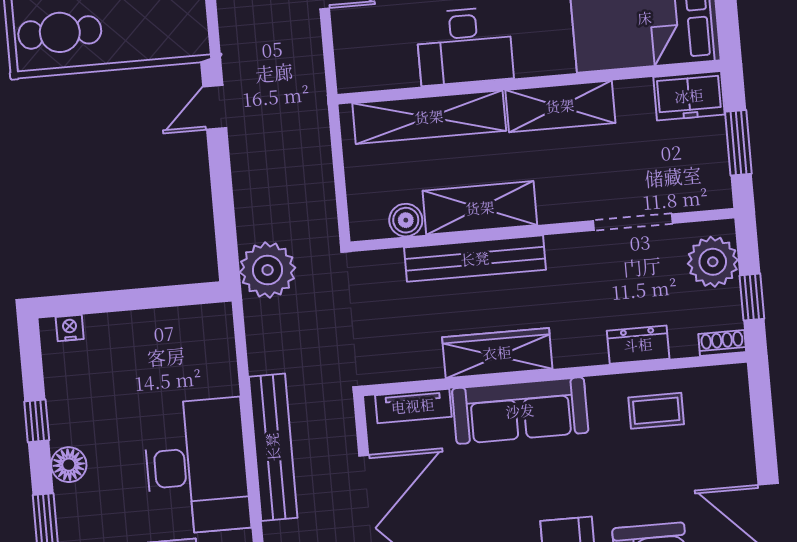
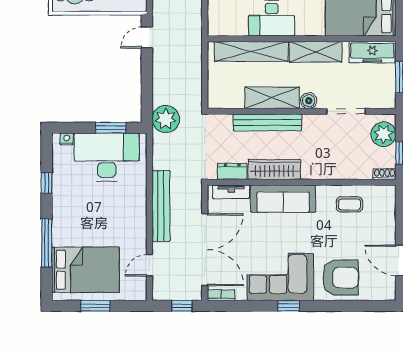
freezer: (689, 96) -> (372, 52), width x1.40
boiler: (406, 220) -> (309, 101), moved
window: (157, 297) -> (111, 128), added
dresser: (638, 345) -> (232, 171), moved
floor lamp: (69, 465) -> (60, 206), removed
desk: (197, 466) -> (107, 157), moved, turned -90

